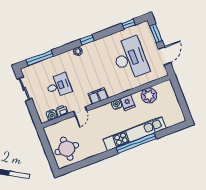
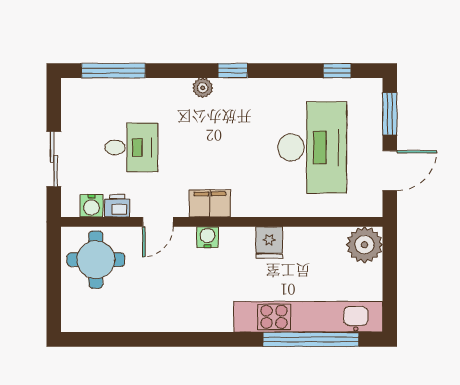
sliding door: (25, 89) -> (54, 159), moved
plant: (149, 95) -> (364, 245), moved
water cooler: (116, 104) -> (207, 237), moved
kitchen unit: (135, 134) -> (308, 317), moved
window: (136, 143) -> (311, 339), moved
round table: (67, 149) -> (96, 260), moved

